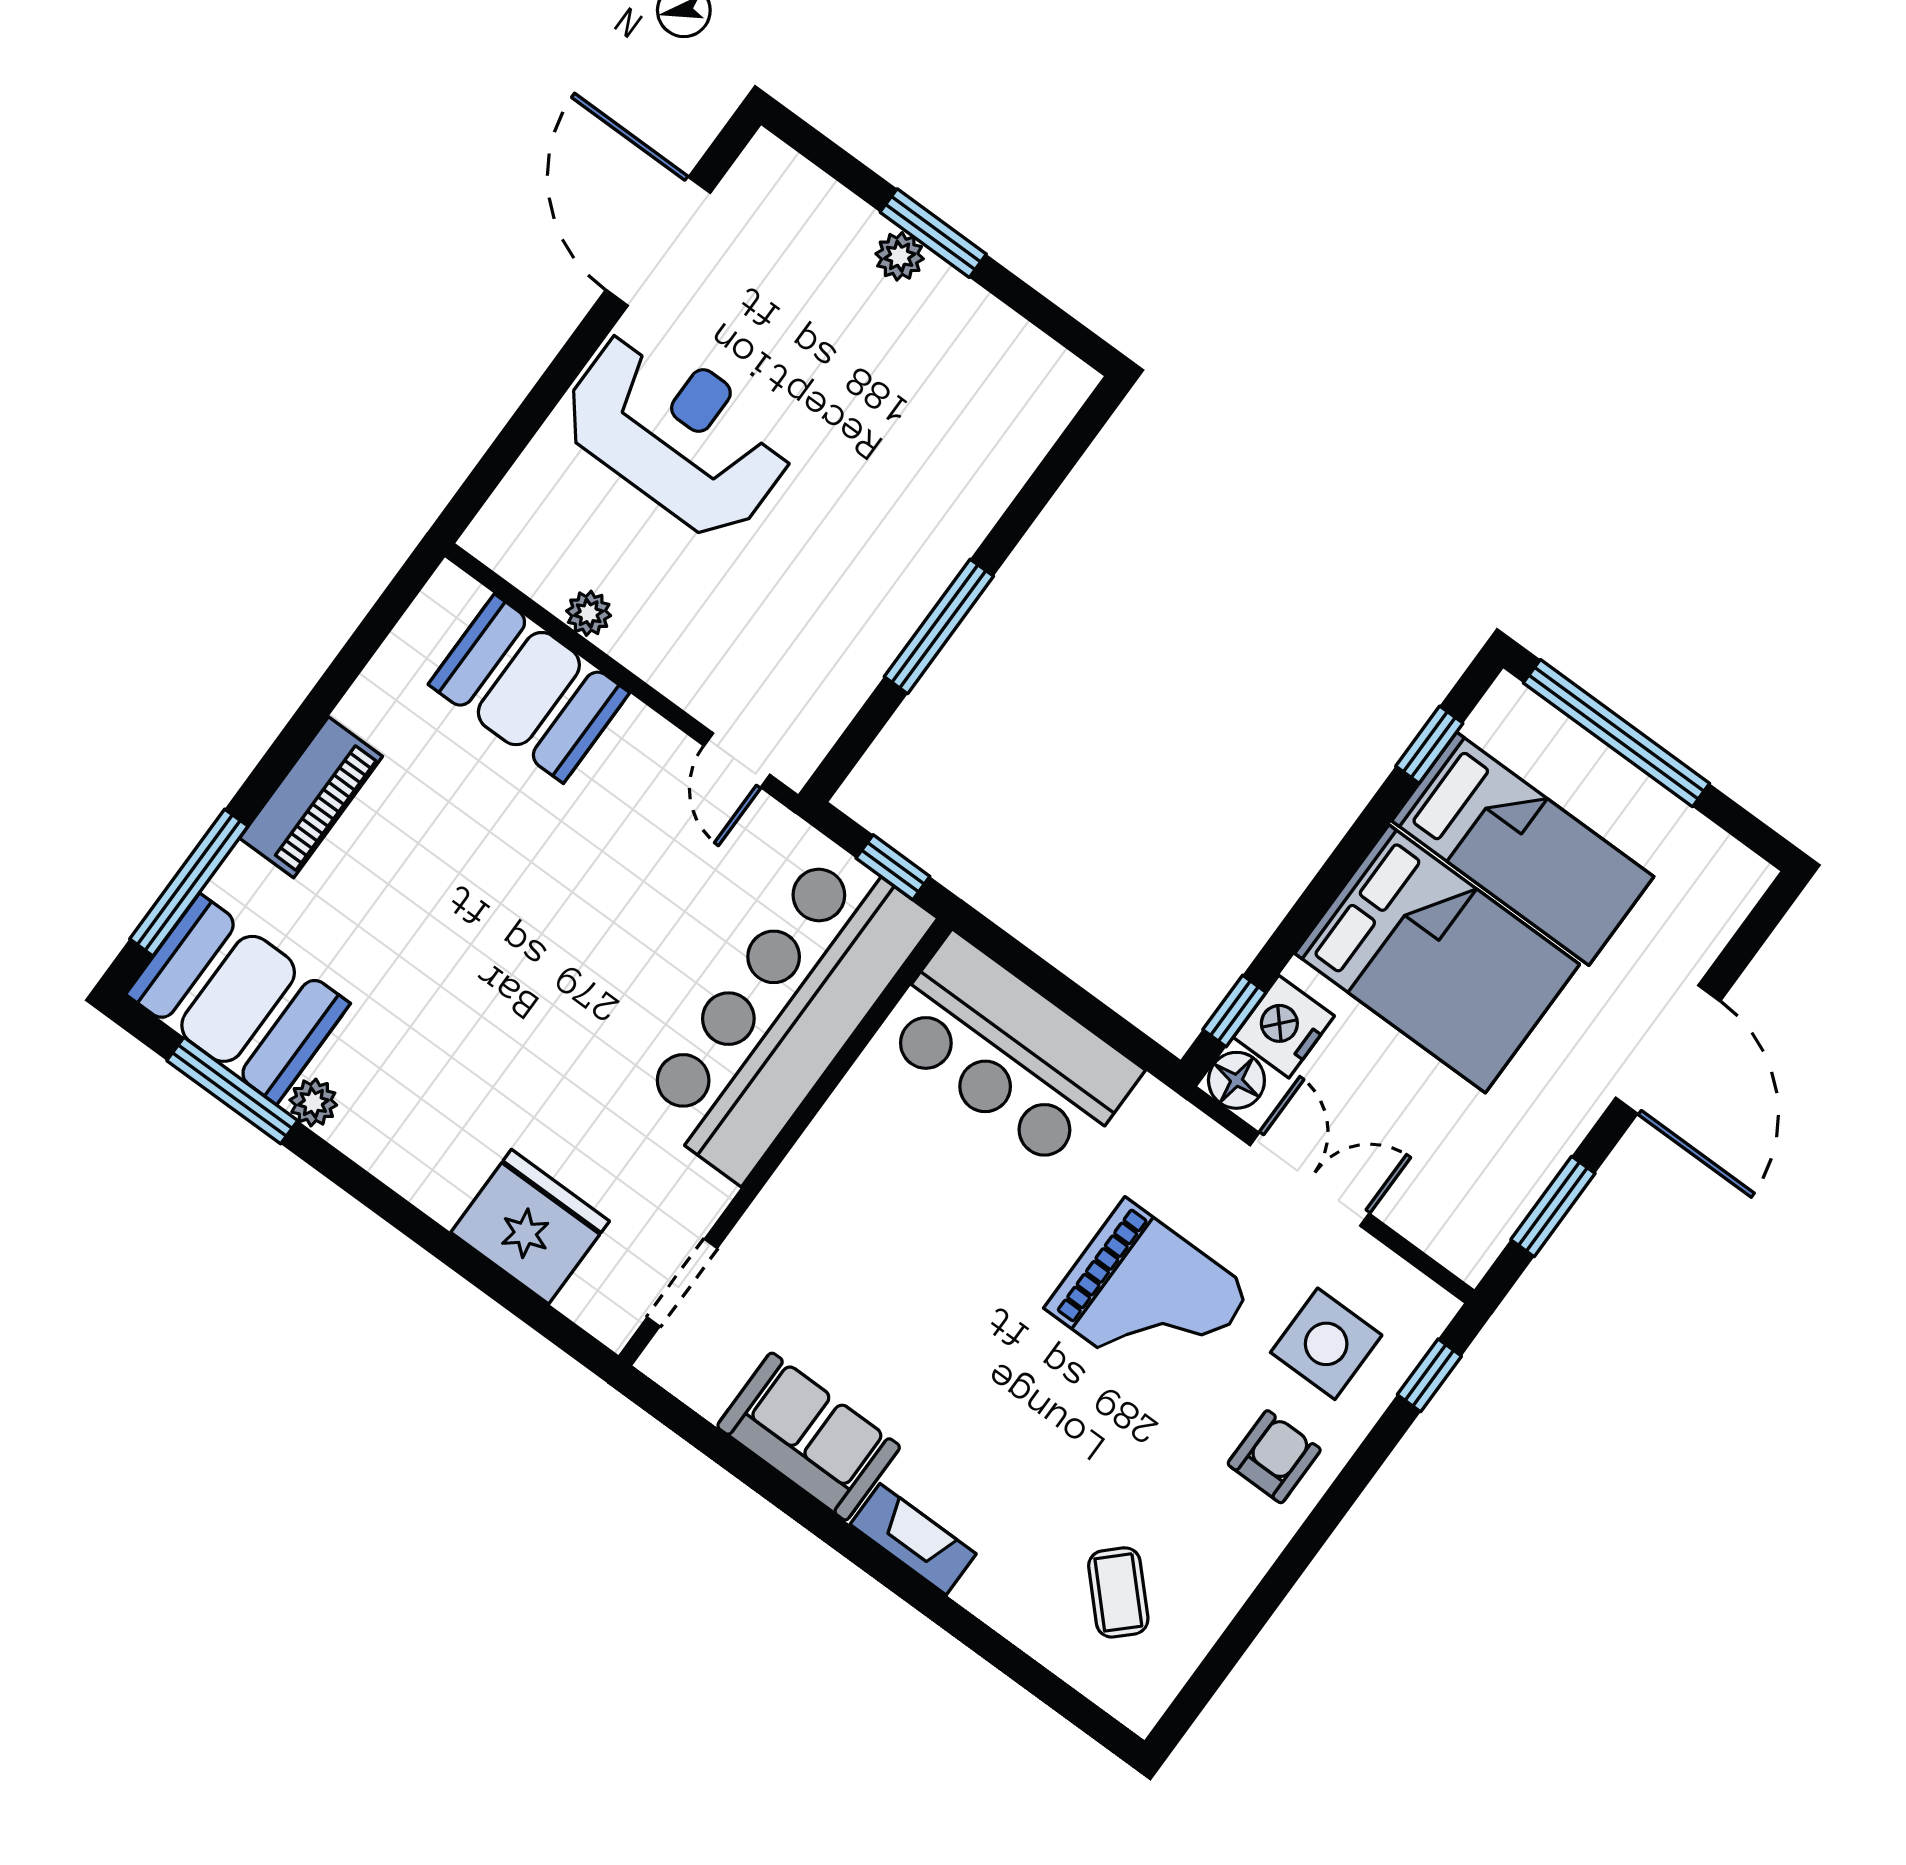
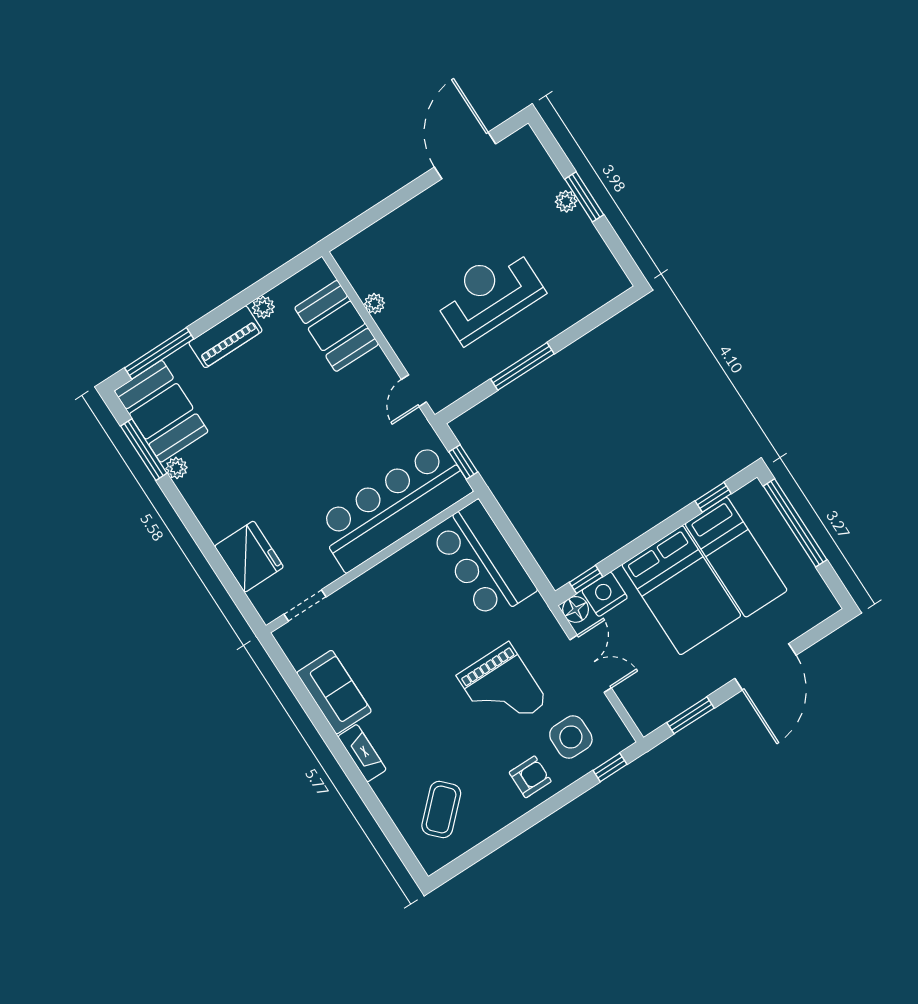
reception desk: (677, 432) -> (489, 294), moved, turned -90
plant: (365, 708) -> (263, 307), added
coffee table: (1118, 1592) -> (441, 809), width x1.36, depth x1.30

